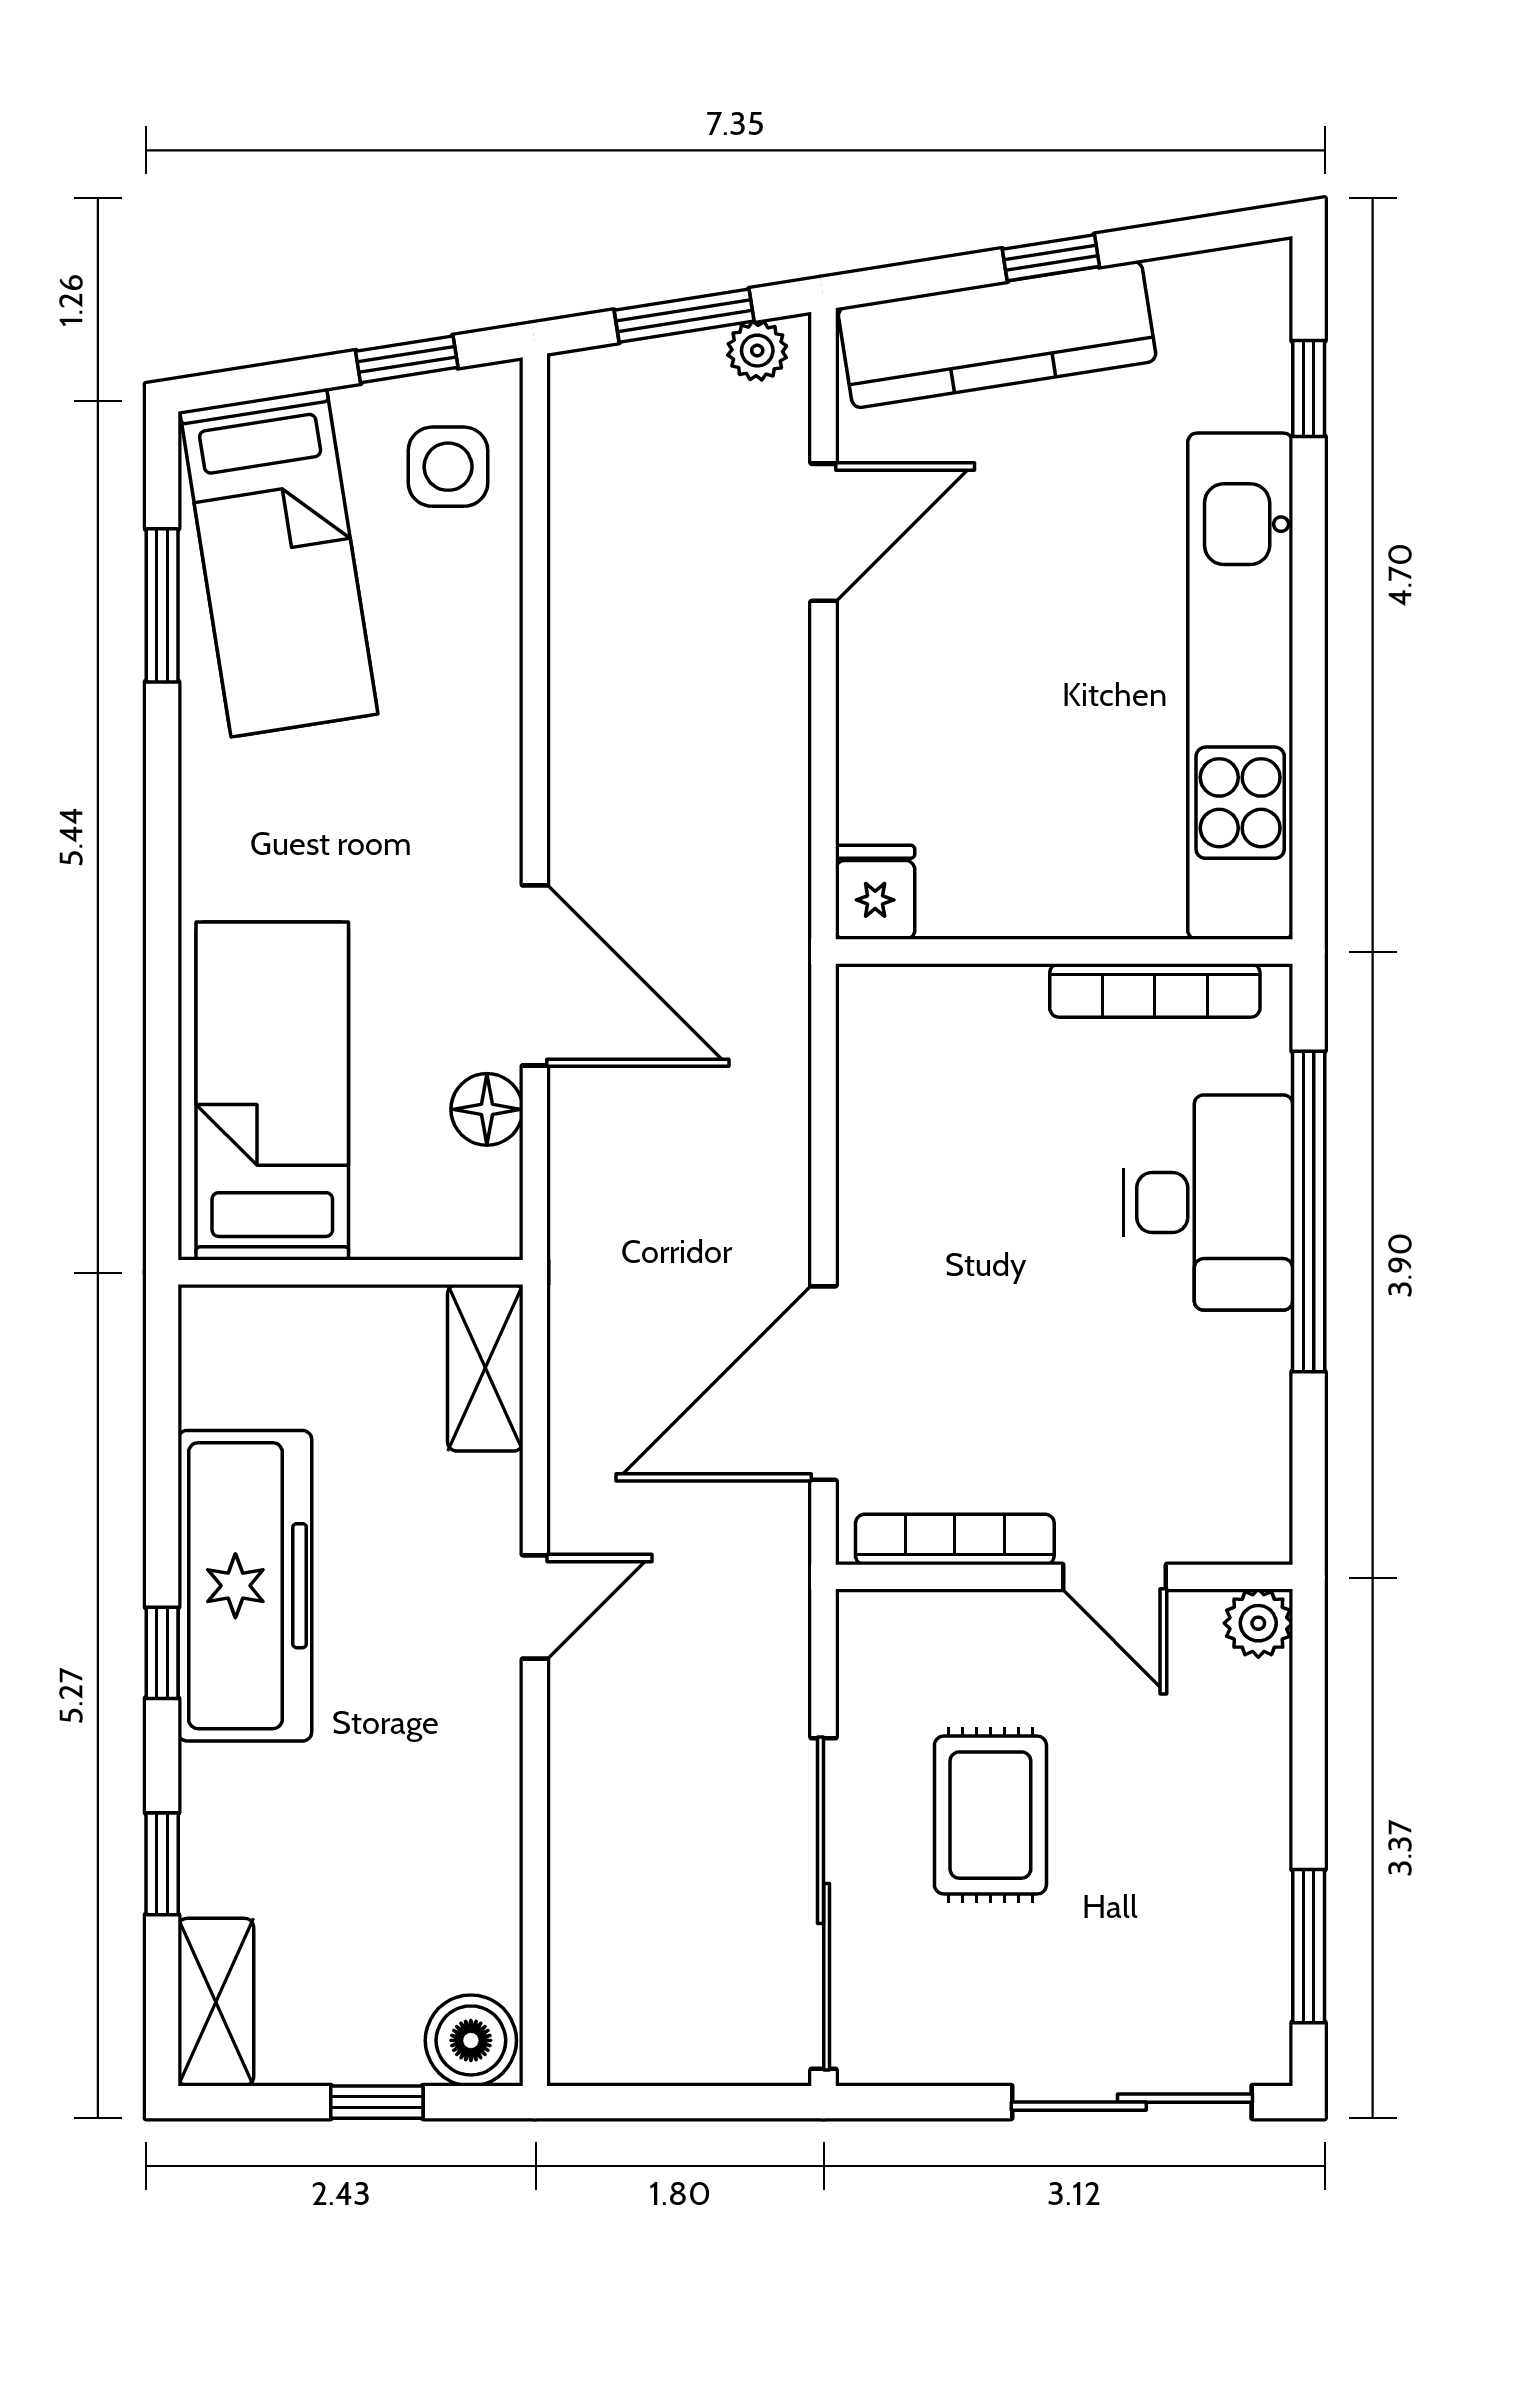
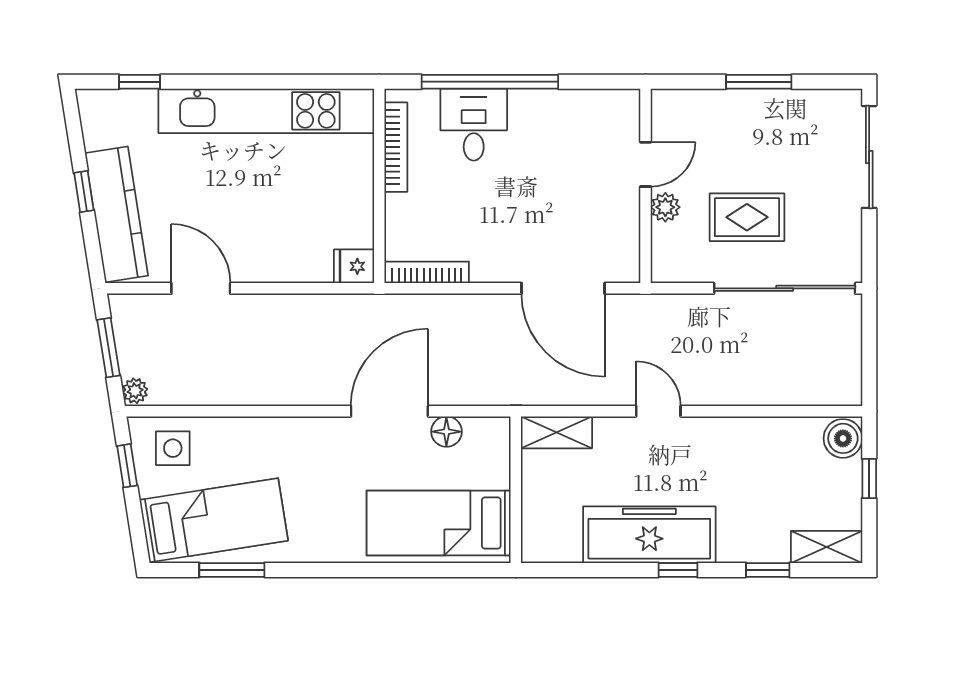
plant: (757, 351) -> (135, 391), moved
desk: (1208, 1202) -> (474, 125), width x0.73
bookcase: (955, 1539) -> (427, 272), moved, turned 90
plant: (1258, 1623) -> (665, 207), moved
window: (1309, 1946) -> (759, 82), moved

